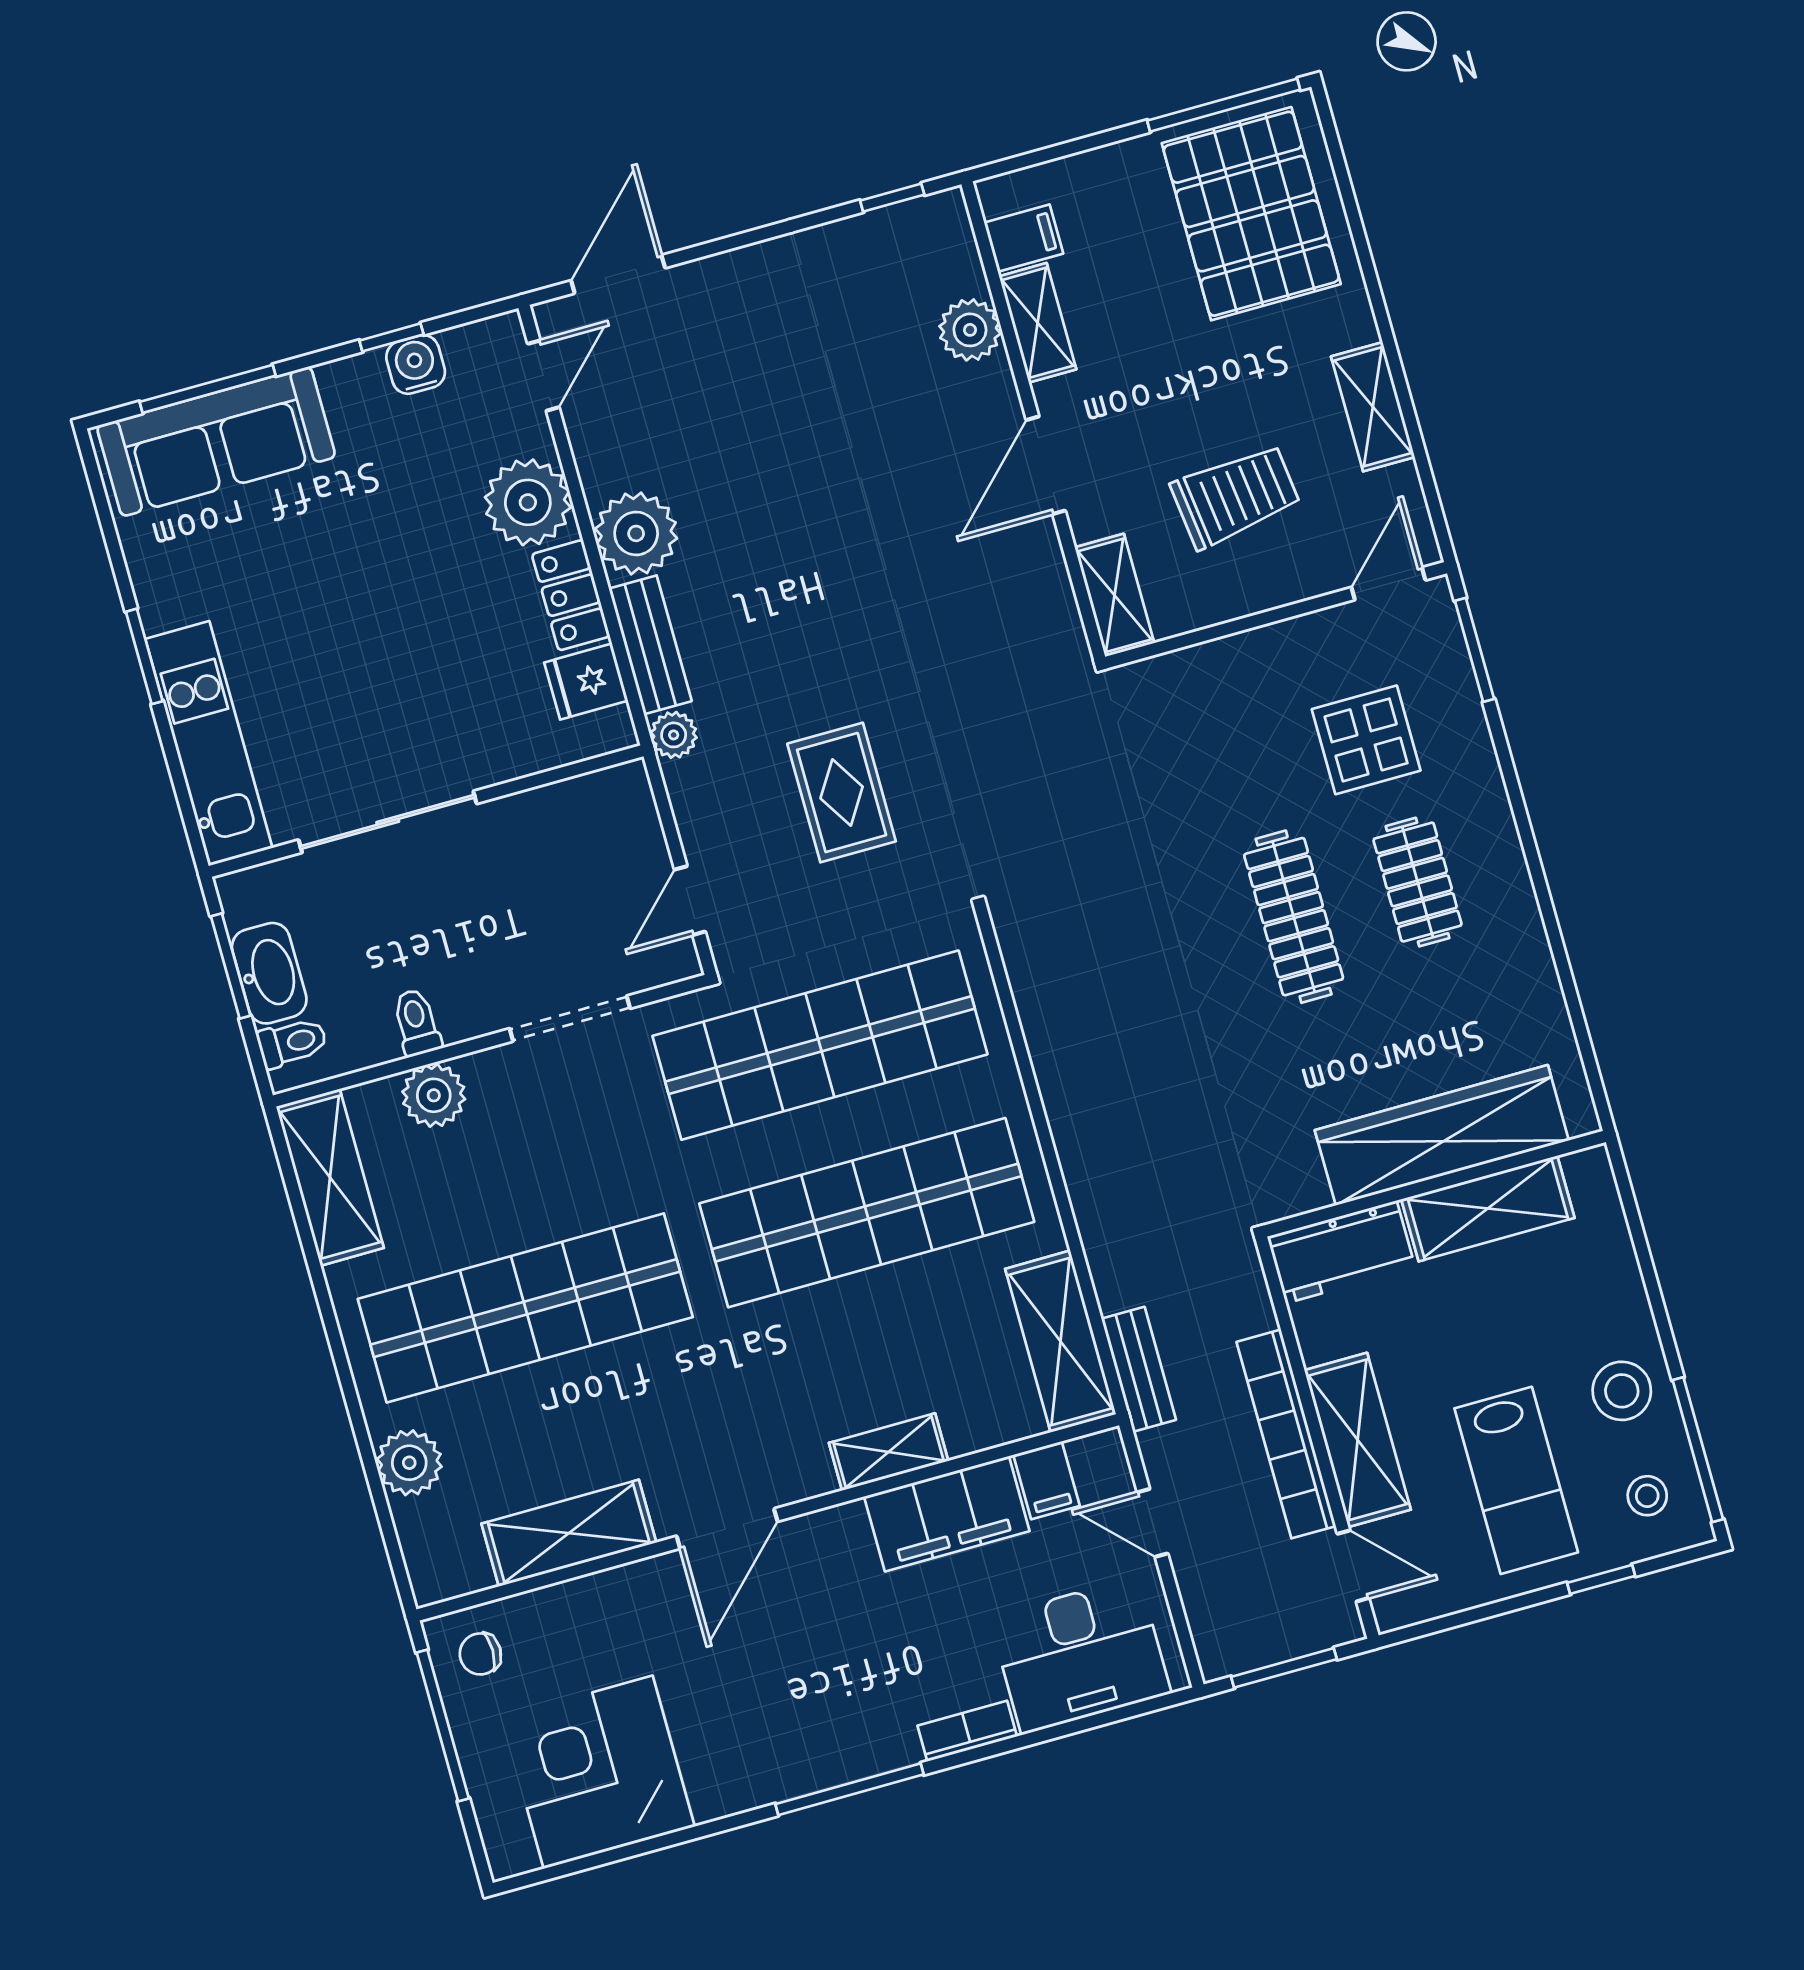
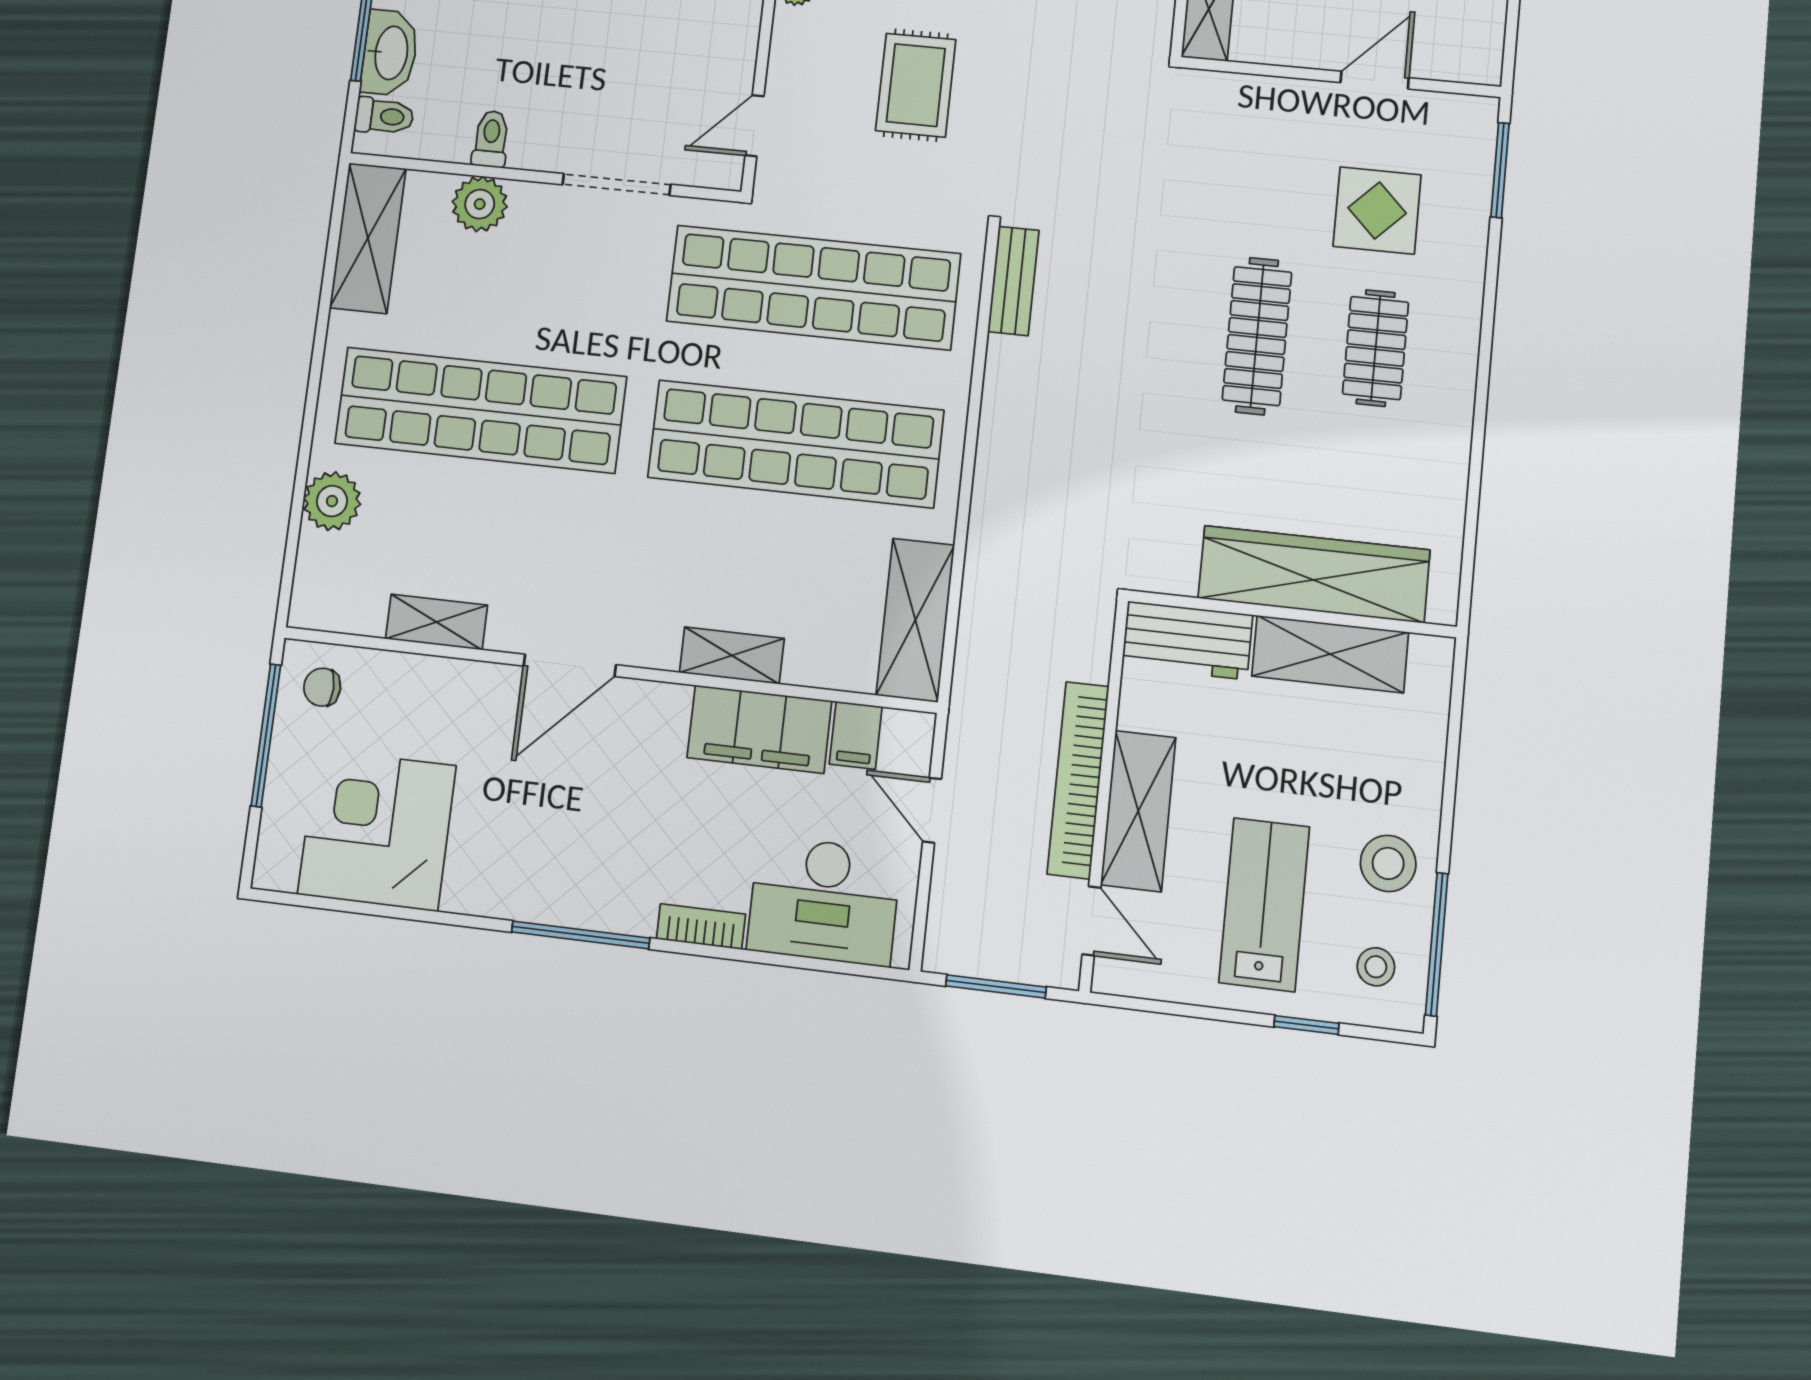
door: (1388, 584) -> (1375, 80), moved
bench: (1139, 1369) -> (1013, 281), moved
lab bench: (1516, 1480) -> (1264, 905), turned 180
shelving: (569, 1533) -> (436, 622), width x0.67, depth x0.75

